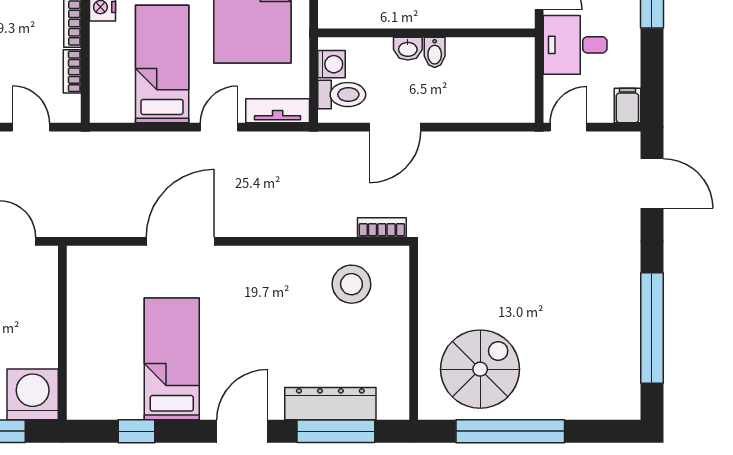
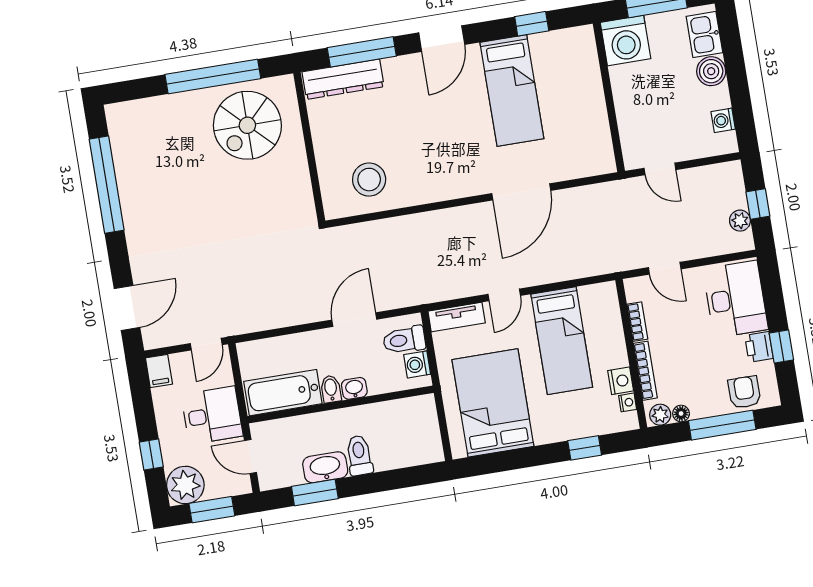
bathtub: (490, 57) -> (283, 393), added
door: (652, 183) -> (127, 308), swing flipped
bookcase: (382, 227) -> (351, 232), removed
dresser: (330, 404) -> (343, 79), moved

